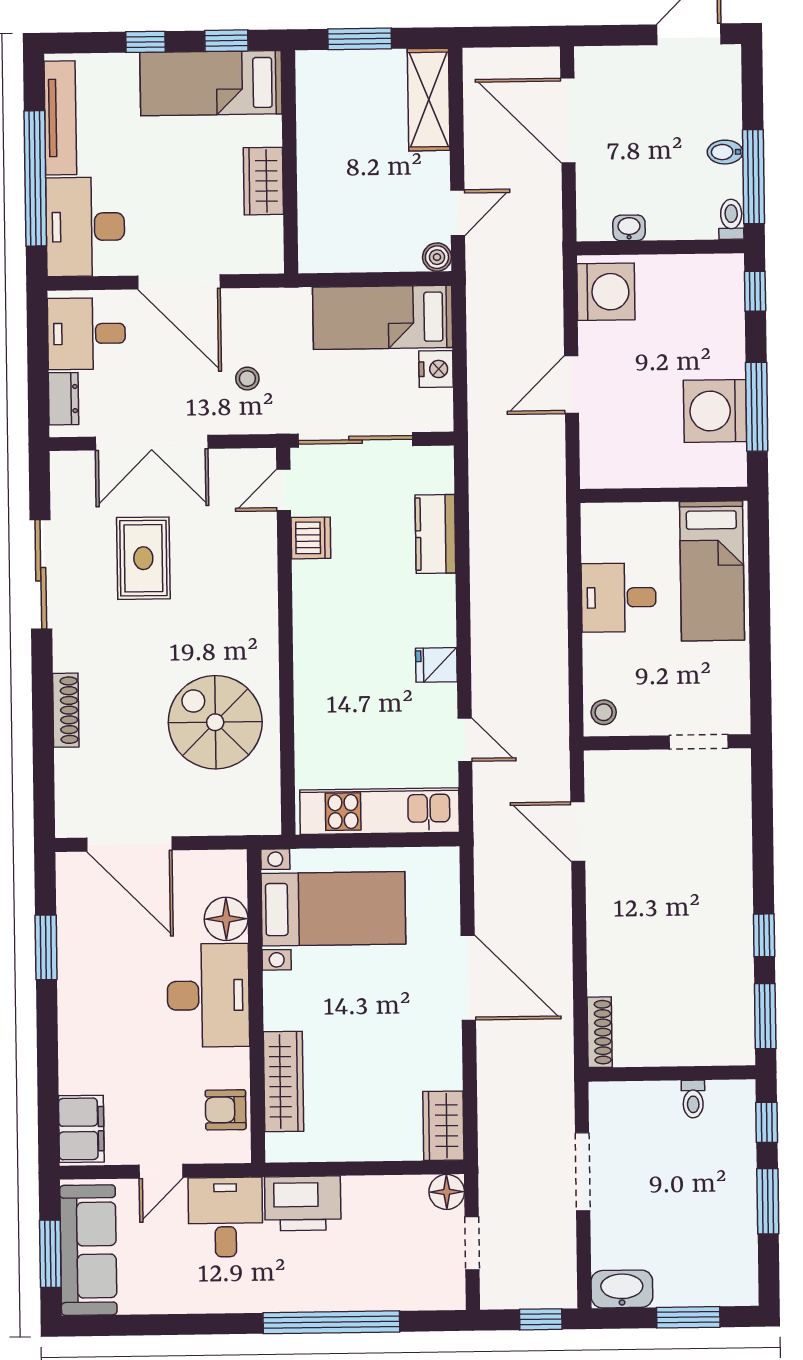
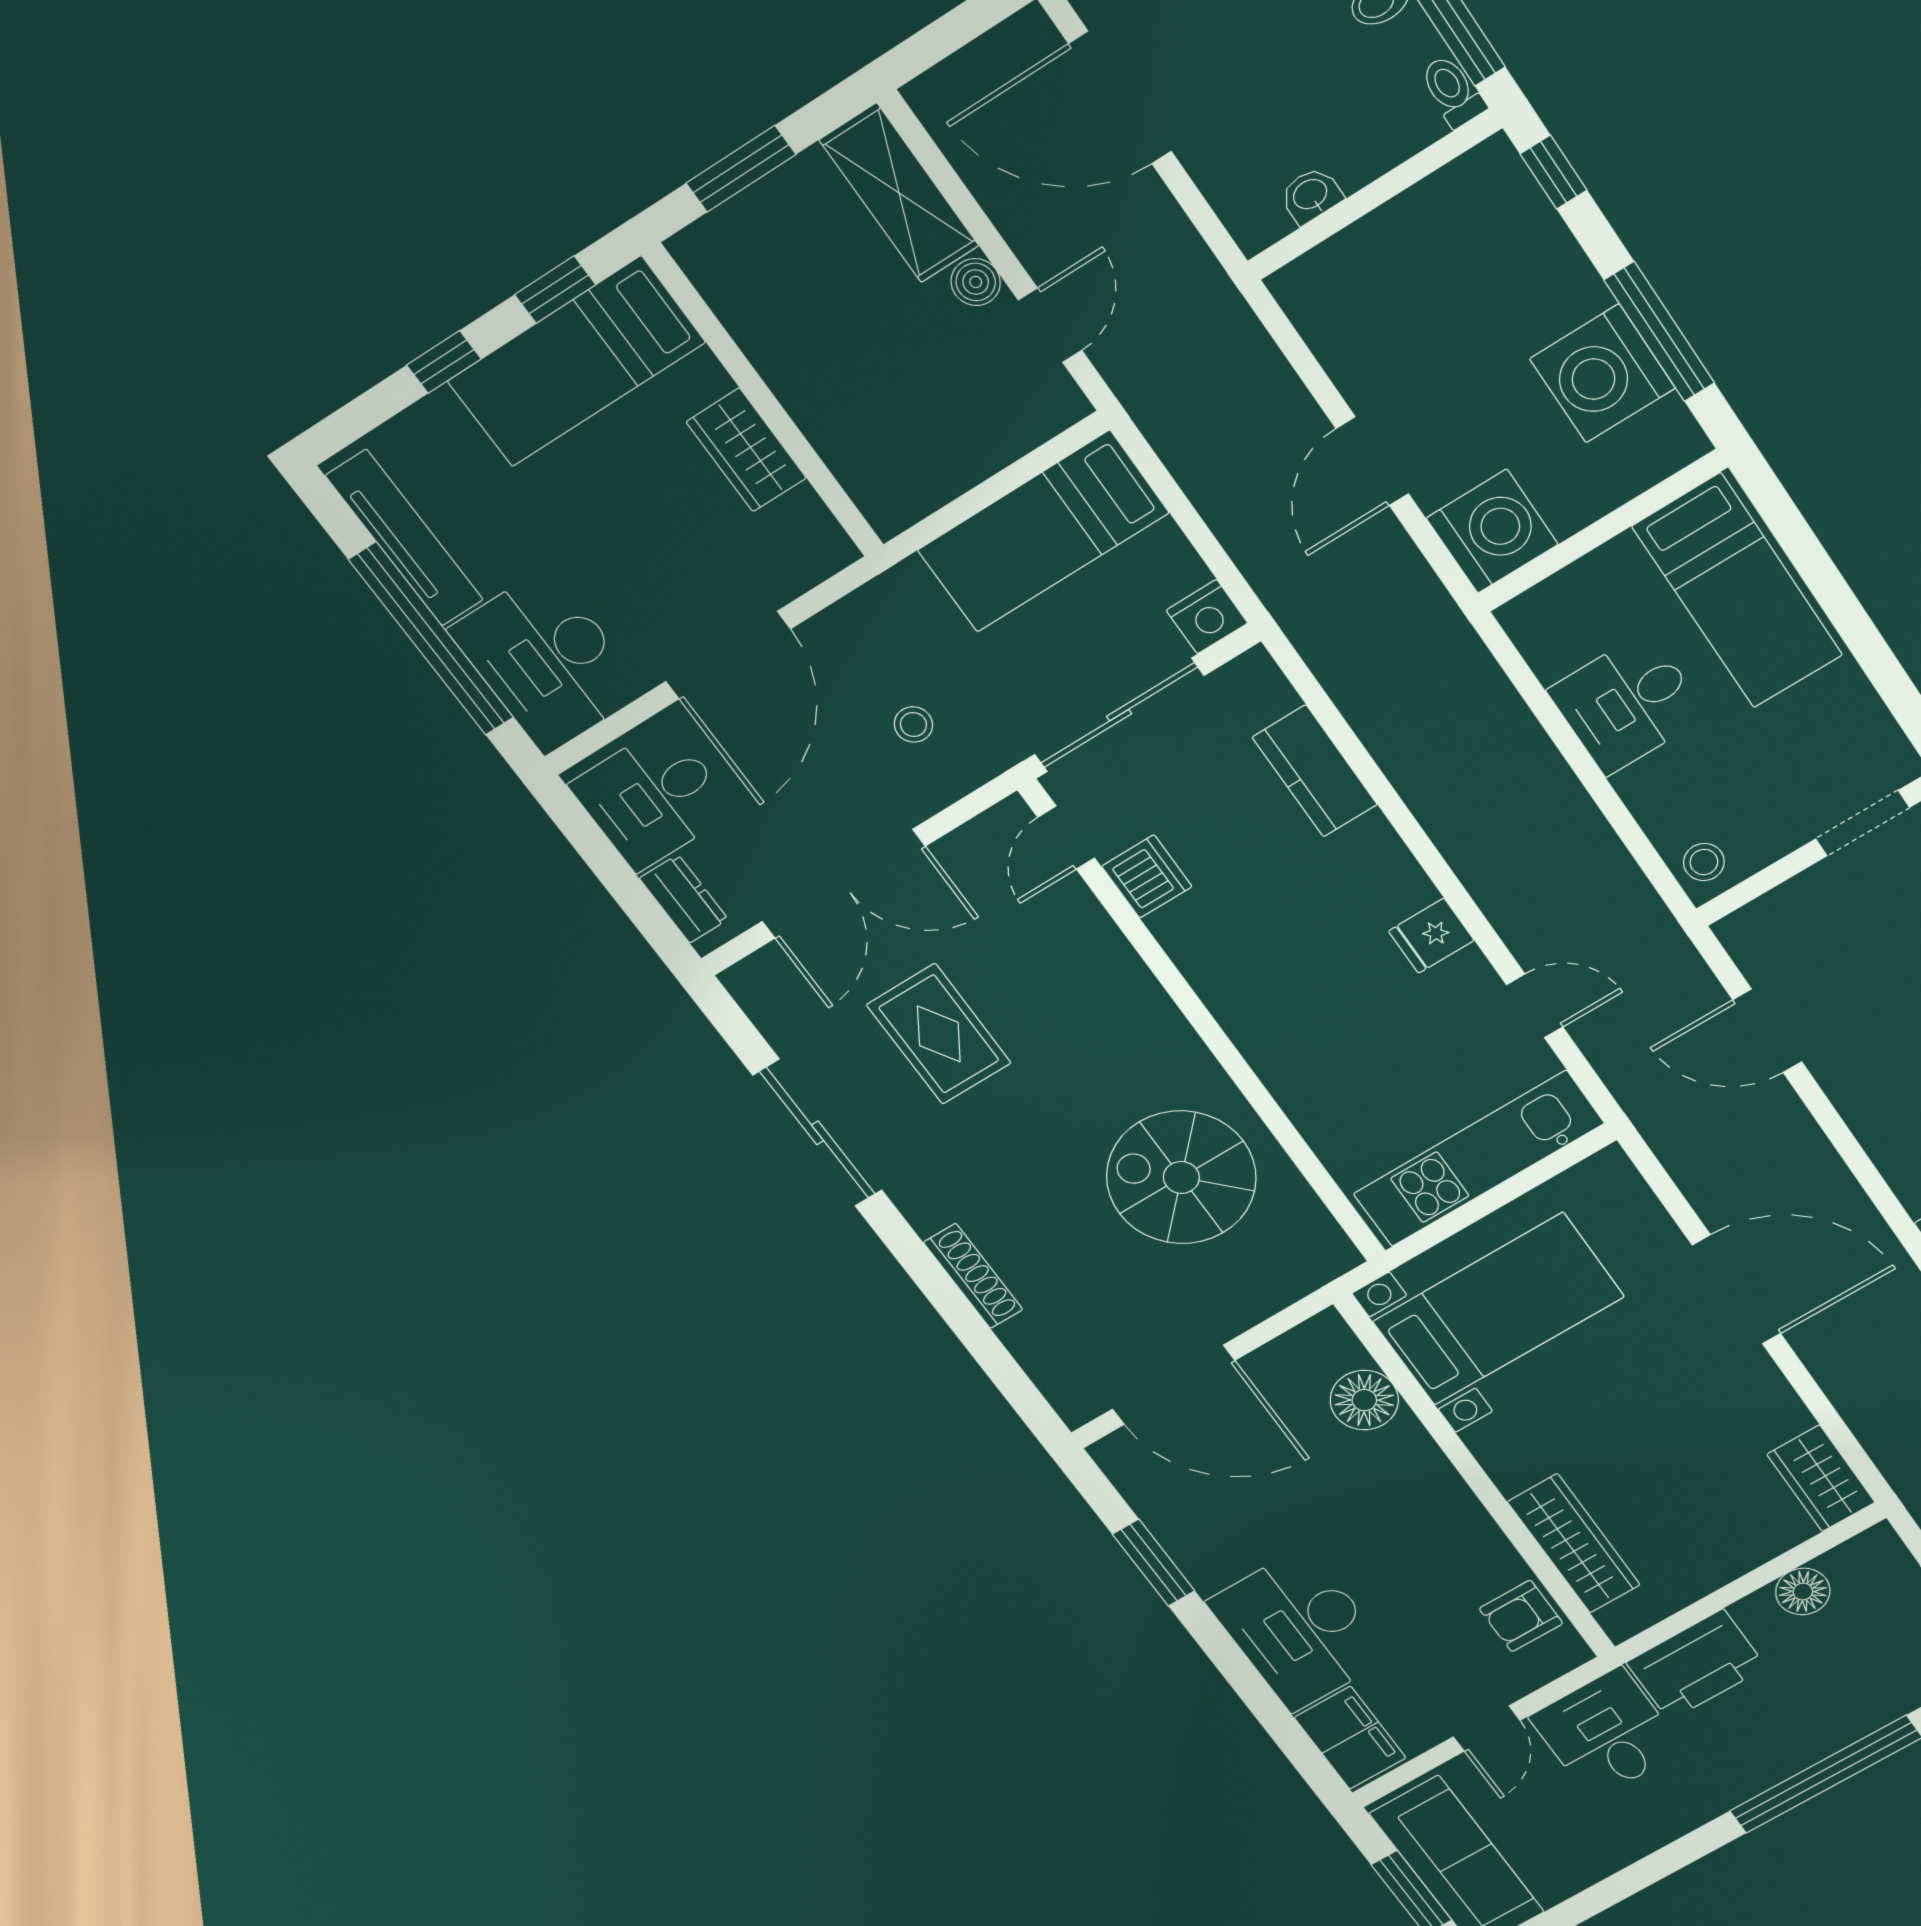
boiler: (437, 257) -> (976, 282), moved
door: (179, 282) -> (728, 655), hinge flipped
washing machine: (606, 292) -> (1492, 531), moved
nightstand: (436, 369) -> (1207, 617), moved, turned 90
desk: (208, 995) -> (1299, 1629), moved, turned 180
floor lamp: (447, 1192) -> (1803, 1592), moved

